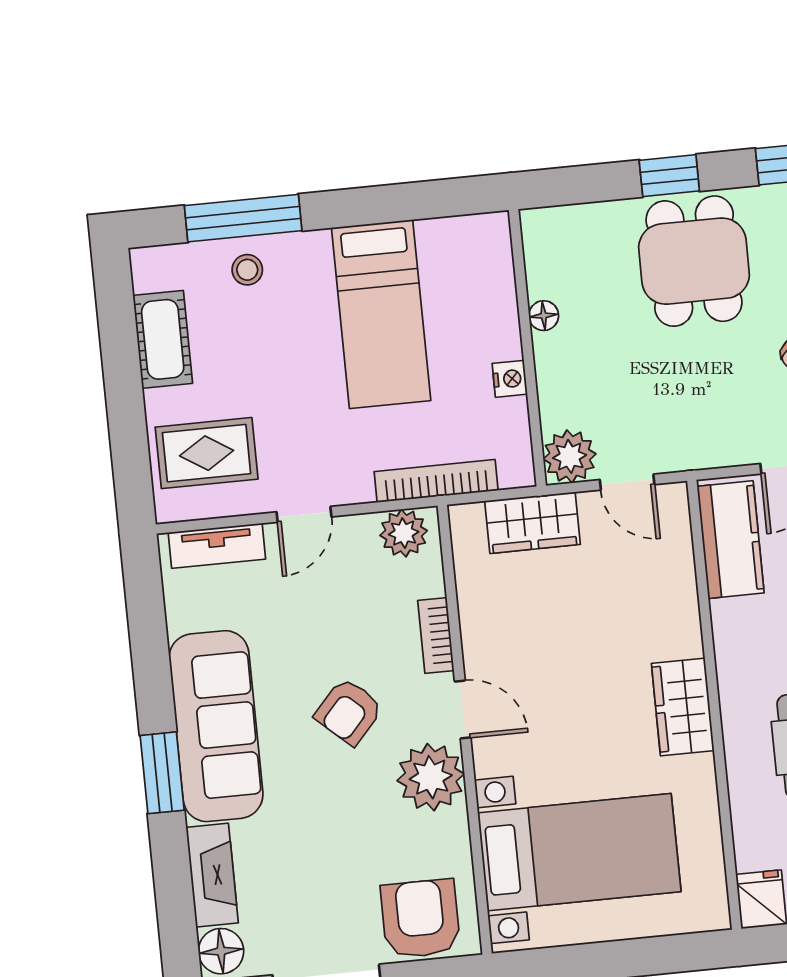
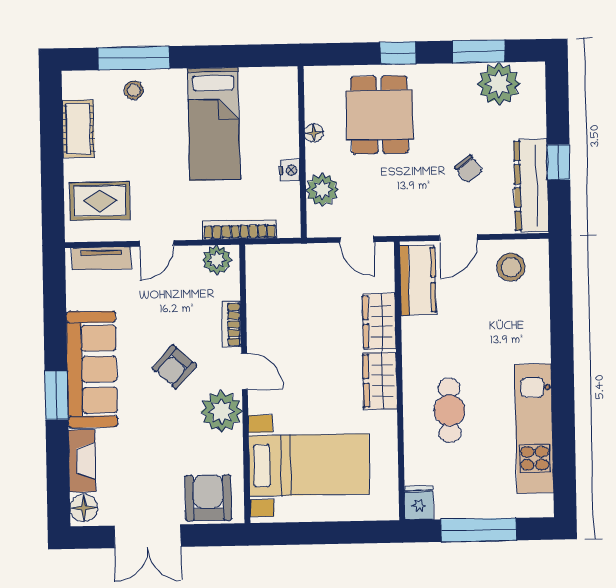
dining table: (694, 261) -> (380, 115), moved
plant: (570, 456) -> (322, 190), moved
wardrobe: (532, 523) -> (379, 322), moved, turned 90

